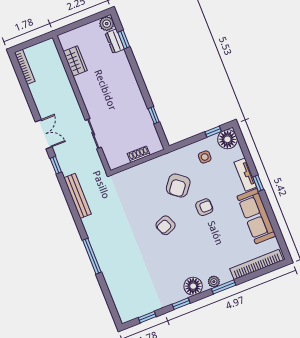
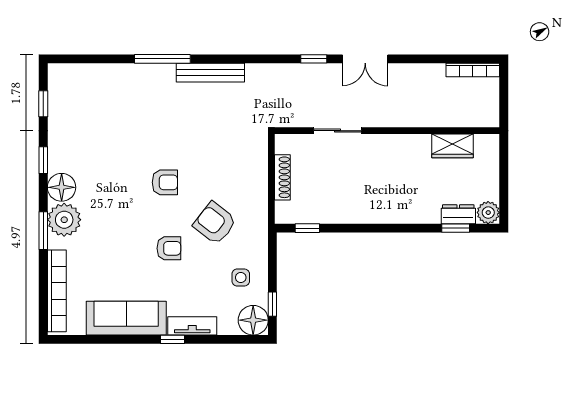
window: (154, 115) -> (307, 228), moved
shoe rack: (139, 154) -> (282, 177), width x1.43
bench: (78, 196) -> (210, 73), moved
armchair: (204, 207) -> (169, 248), turned -90
armchair: (166, 225) -> (165, 182), turned 112
plant: (214, 282) -> (64, 220), width x1.87, depth x1.87

